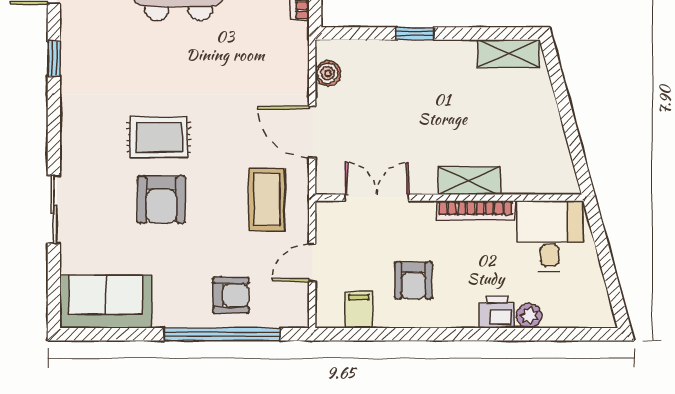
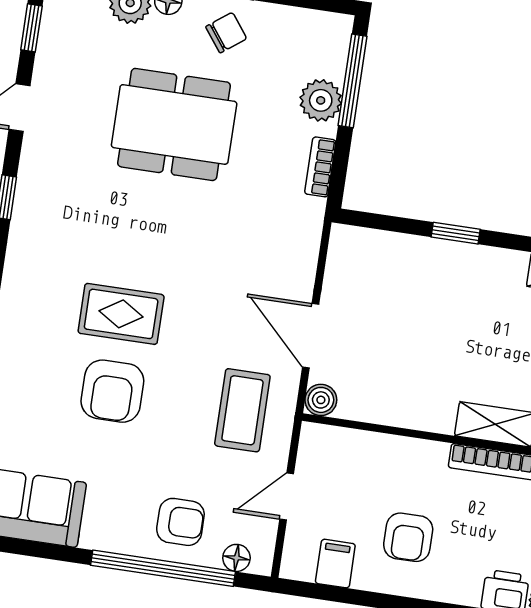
boiler: (328, 73) -> (321, 400), moved
double door: (377, 198) -> (378, 428), removed
floor lamp: (280, 317) -> (236, 558), added

